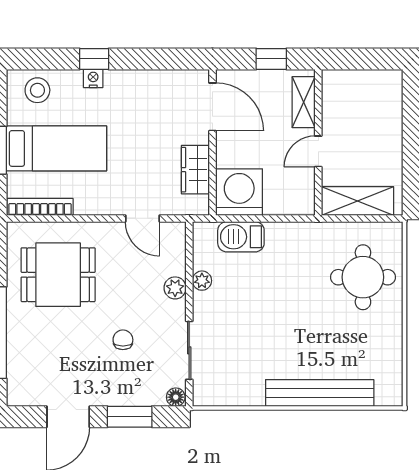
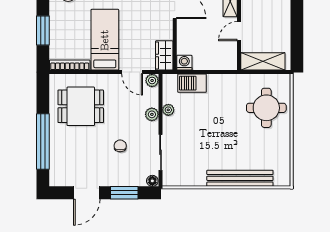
bed: (56, 148) -> (105, 40), moved, turned -90
wardrobe: (195, 170) -> (164, 55), moved
washing machine: (239, 192) -> (184, 63), width x0.53, depth x0.53
plant: (175, 232) -> (152, 80), added

